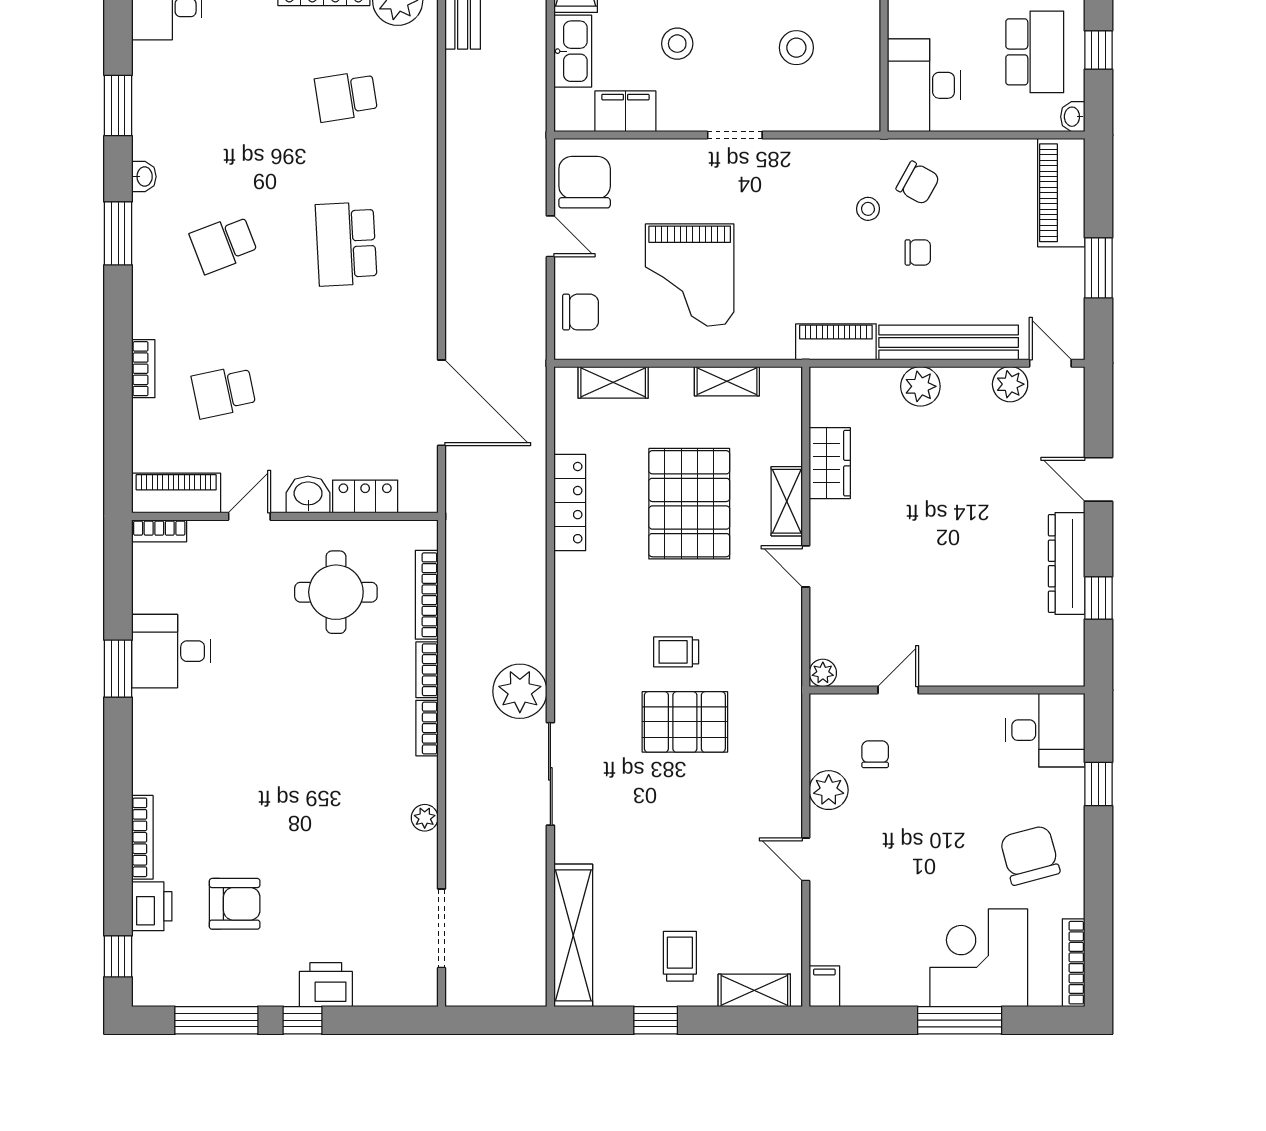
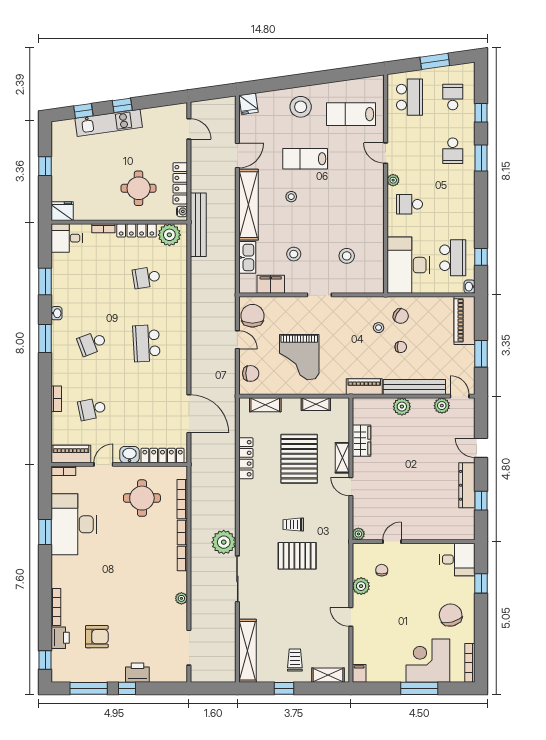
desk: (924, 85) -> (408, 265), width x1.36, depth x1.30
locker: (365, 496) -> (163, 456), width x1.53
desk: (171, 651) -> (74, 524), width x1.87, depth x1.30

